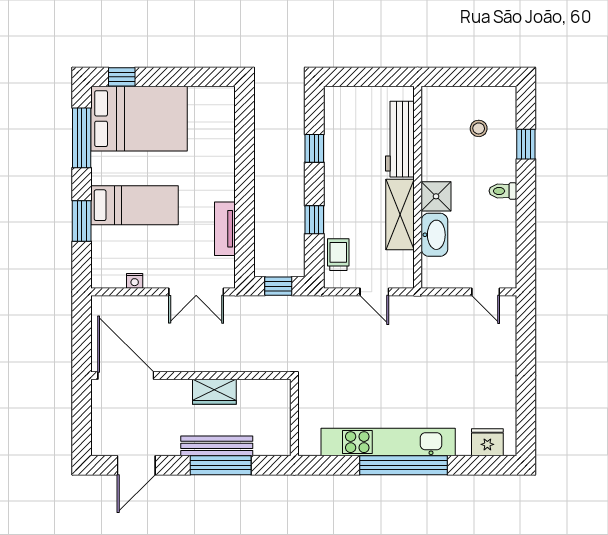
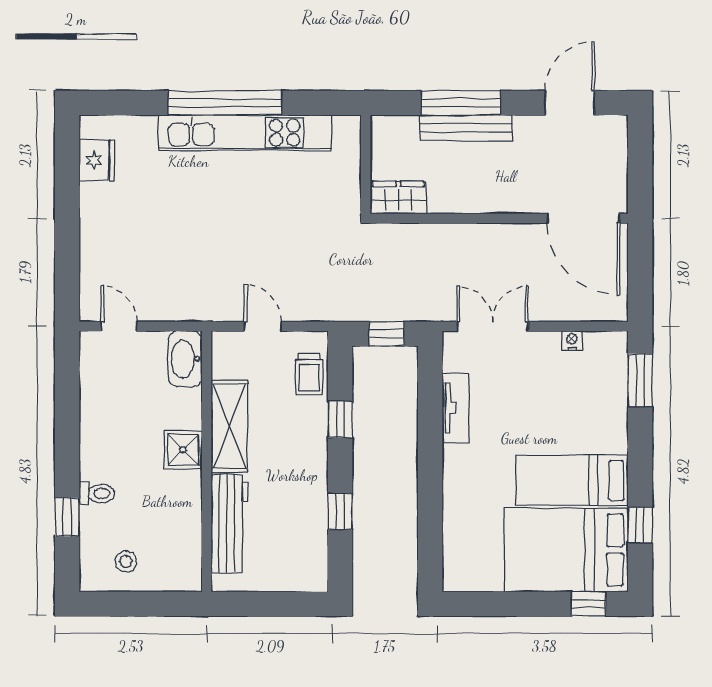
stool: (479, 128) -> (126, 561), moved
window: (82, 138) -> (640, 525), width x0.46
toilet: (503, 191) -> (97, 493), moved
bed: (134, 205) -> (572, 480), moved
window: (82, 221) -> (640, 380), moved
washbasin: (434, 235) -> (185, 359), moved
wardrobe: (214, 392) -> (398, 198), moved
fridge: (487, 442) -> (97, 160), moved, turned -90

